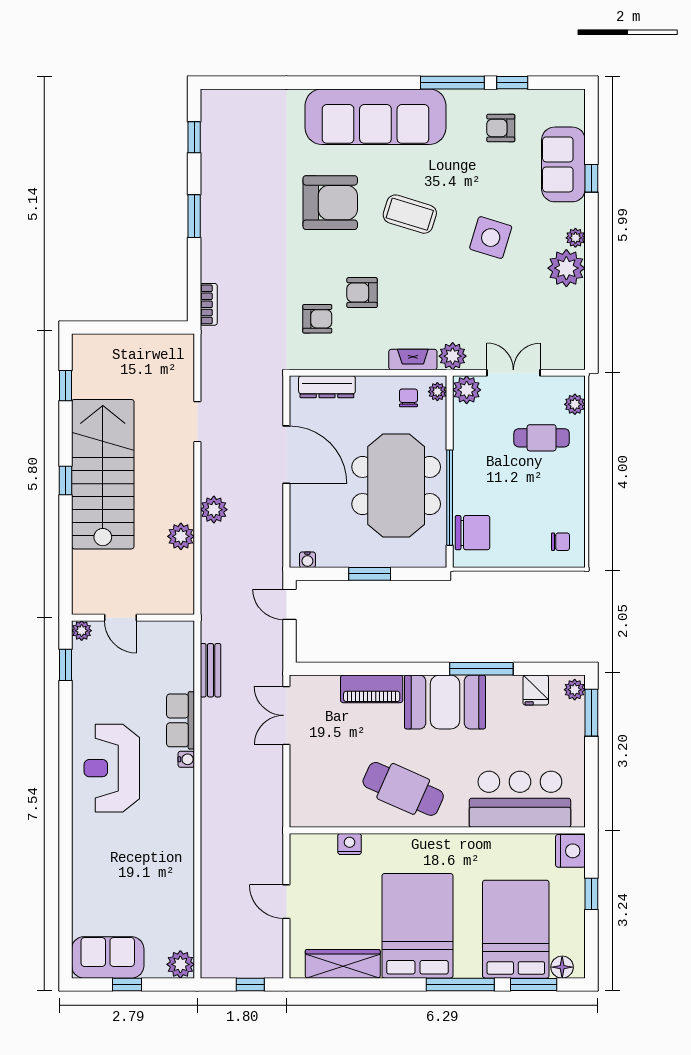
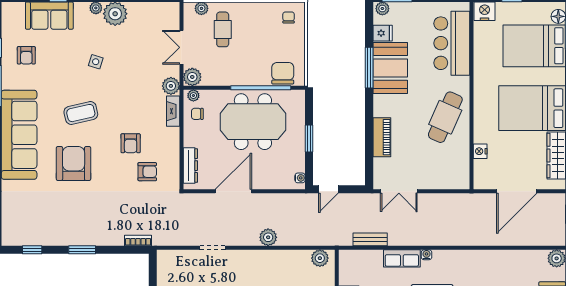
coffee table: (410, 214) -> (81, 113), turned 60
side table: (491, 238) -> (96, 62), width x0.54, depth x0.54
armchair: (317, 319) -> (147, 172), turned 90
plant: (181, 536) -> (320, 258), moved
booth: (445, 702) -> (390, 68), moved
door: (286, 902) -> (517, 191), width x1.88

